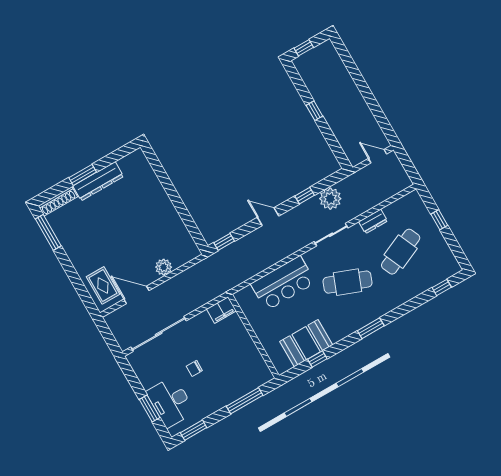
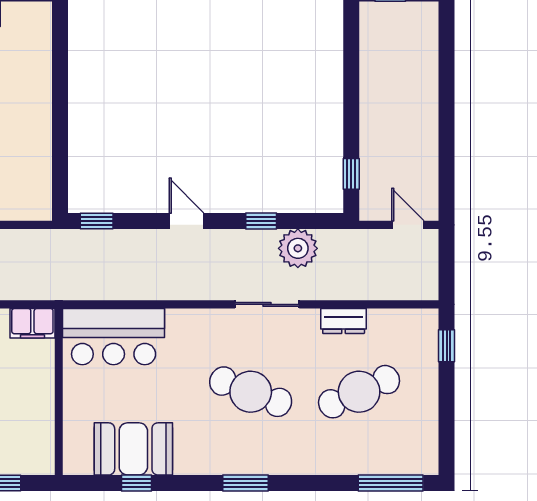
window: (314, 111) -> (351, 174), moved
window: (439, 220) -> (447, 346), moved
bar counter: (283, 283) -> (114, 337), moved
window: (442, 287) -> (391, 483), width x2.17

